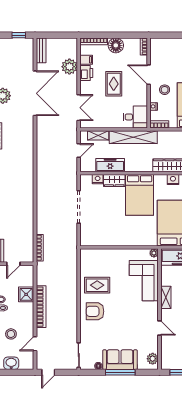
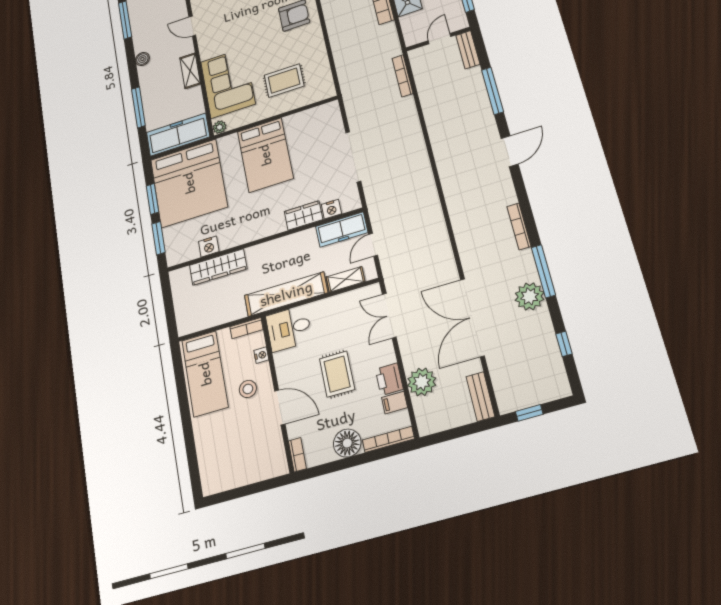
freezer: (110, 165) -> (342, 229), moved
bed: (140, 195) -> (265, 155), moved, turned 180
rug: (97, 285) -> (284, 81), moved

